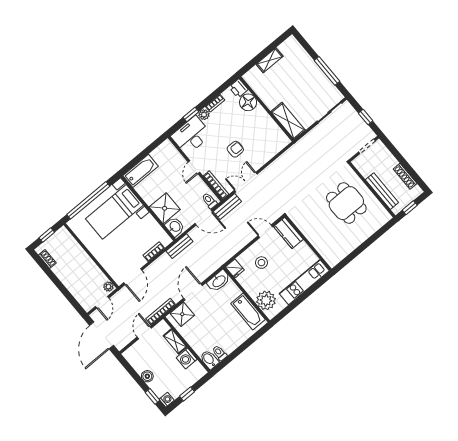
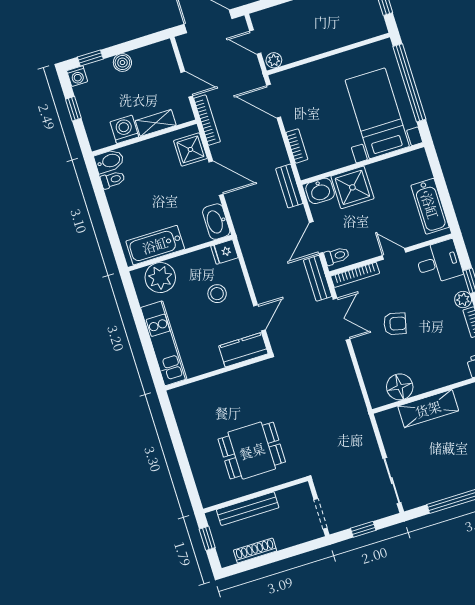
floor lamp: (248, 102) -> (400, 387), moved
shelving: (288, 121) -> (428, 409), moved
desk: (191, 135) -> (439, 262), width x0.73
armchair: (235, 149) -> (395, 324), turned -76
bathtub: (141, 171) -> (430, 206), moved

